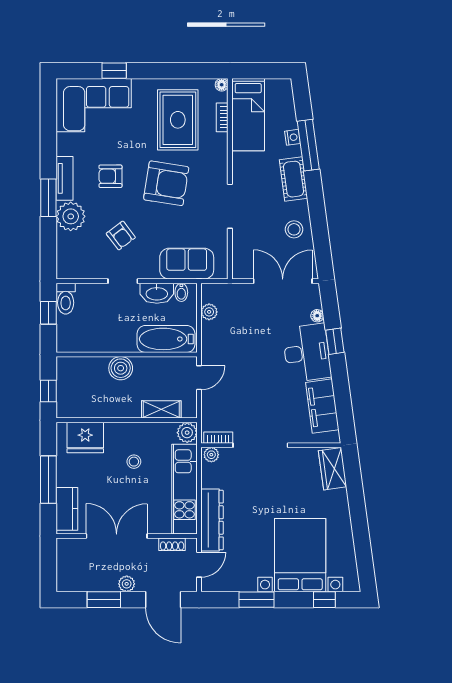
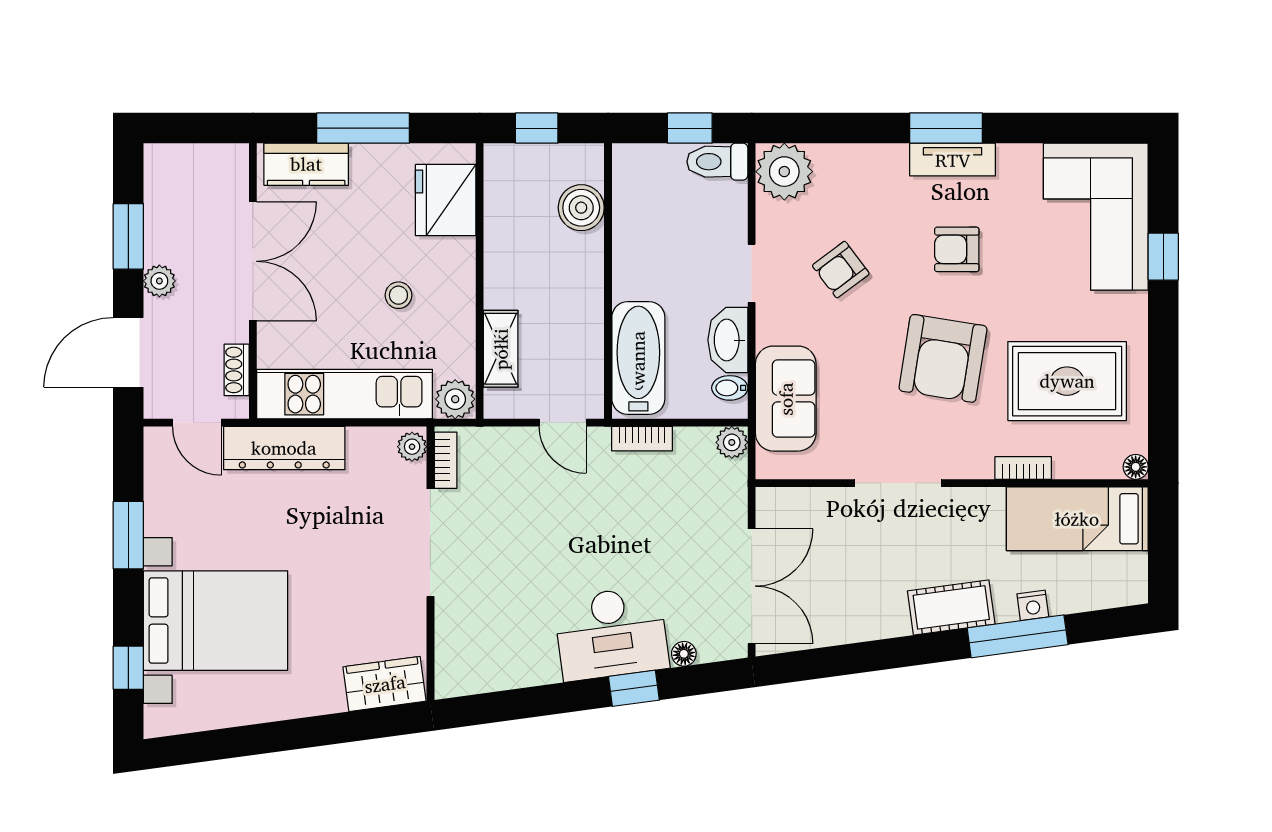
bookcase: (222, 117) -> (1023, 468), moved
armchair: (110, 176) -> (957, 249), turned -90
window: (48, 198) -> (946, 128), moved
plant: (71, 216) -> (784, 172), moved
stool: (294, 229) -> (853, 608), removed
plant: (209, 312) -> (732, 442), moved
bookcase: (207, 337) -> (642, 439), added
boiler: (121, 368) -> (581, 208), moved
filing cabinet: (322, 406) -> (507, 664), removed

